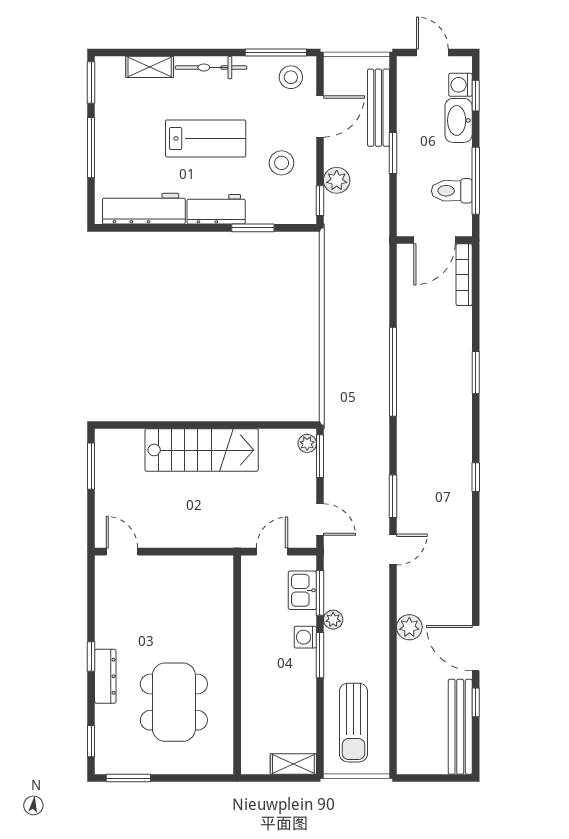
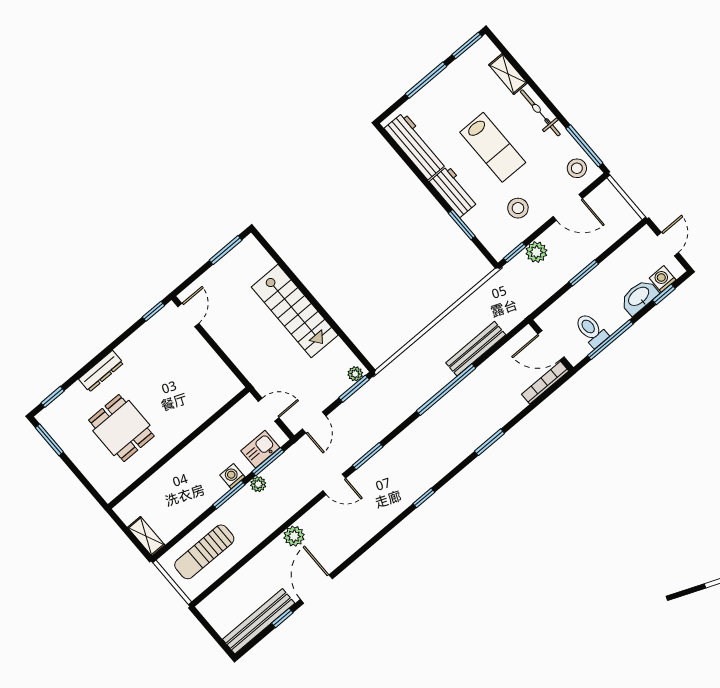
bench: (378, 108) -> (476, 349), moved
window: (91, 656) -> (154, 311), moved
dining table: (174, 702) -> (121, 428), width x0.73

